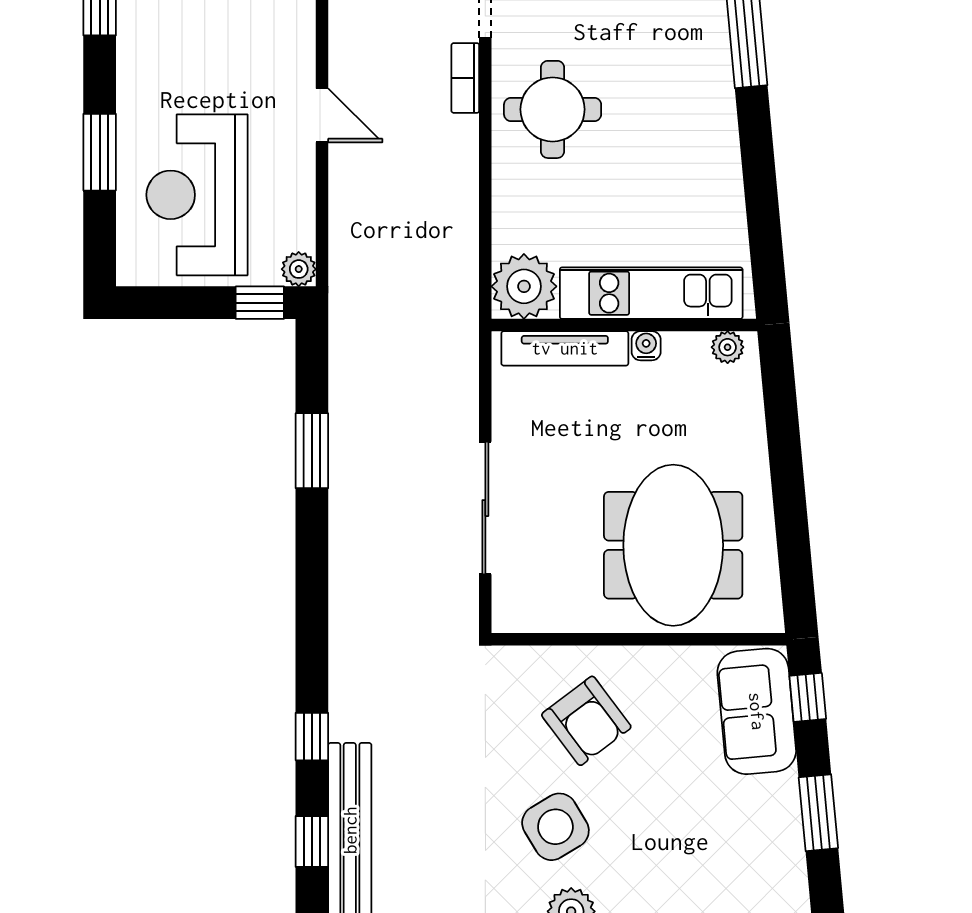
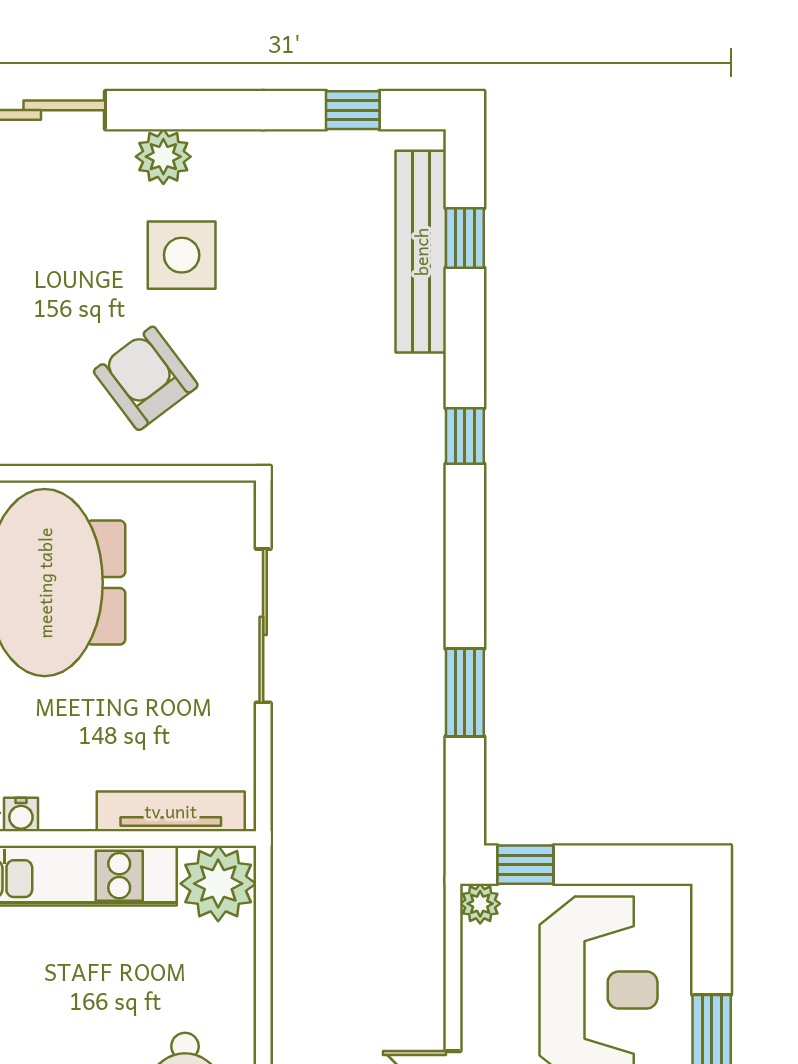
water cooler: (646, 346) -> (21, 815), moved
window: (312, 737) -> (465, 436), moved
side table: (555, 827) -> (182, 255), turned 31

